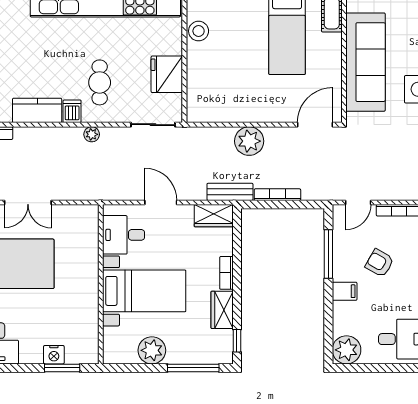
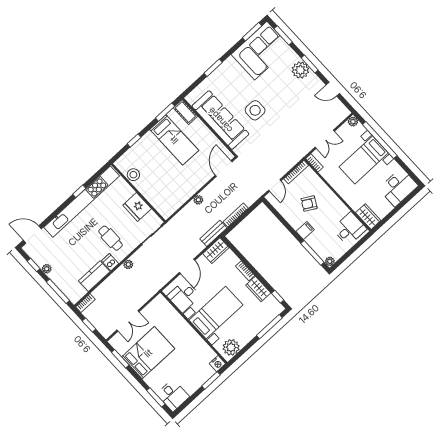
plant: (249, 141) -> (198, 200), width x0.53, depth x0.53
door: (161, 203) -> (187, 266), swing flipped
window: (328, 254) -> (312, 253), moved
plant: (152, 350) -> (231, 347), moved
plant: (346, 350) -> (330, 261), width x0.53, depth x0.53
nightstand: (54, 355) -> (217, 364), moved

